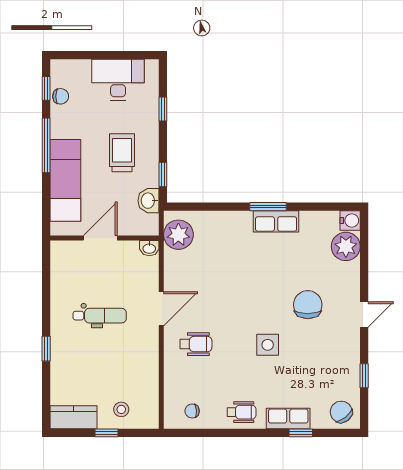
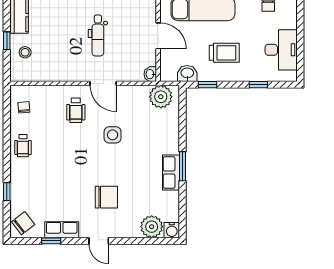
side table: (268, 345) -> (113, 135), moved
row of seats: (288, 419) -> (62, 230), moved, turned -90

